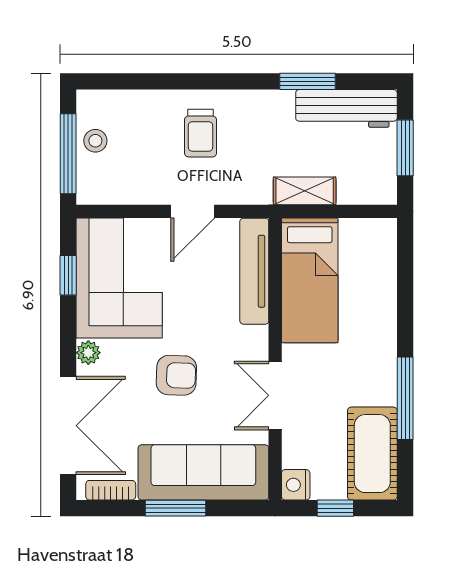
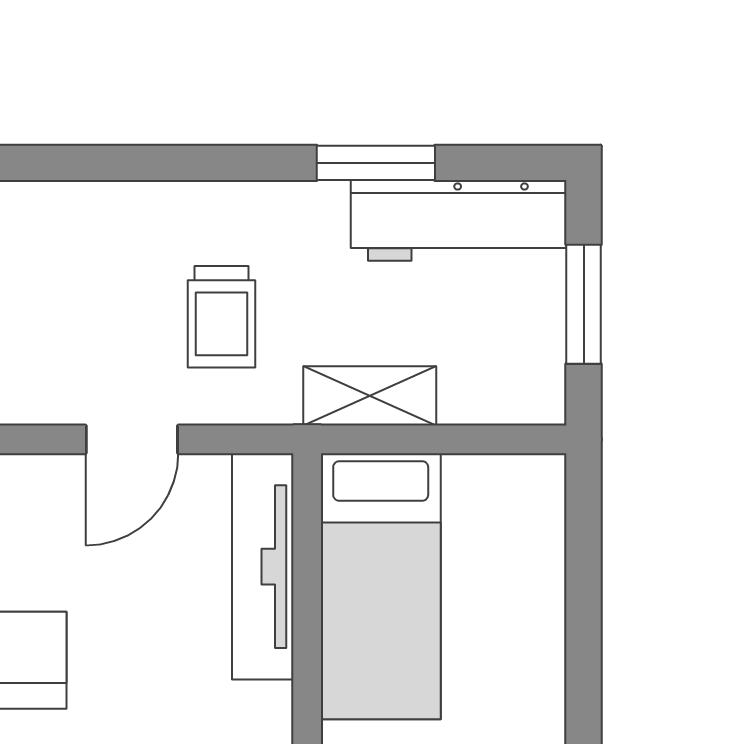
trolley: (201, 133) -> (221, 317), moved

